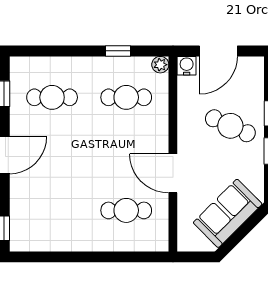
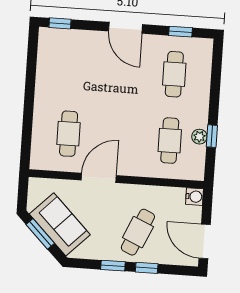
door: (218, 51) -> (205, 241), moved
plant: (160, 65) -> (199, 137), moved
window: (240, 234) -> (40, 234), added

